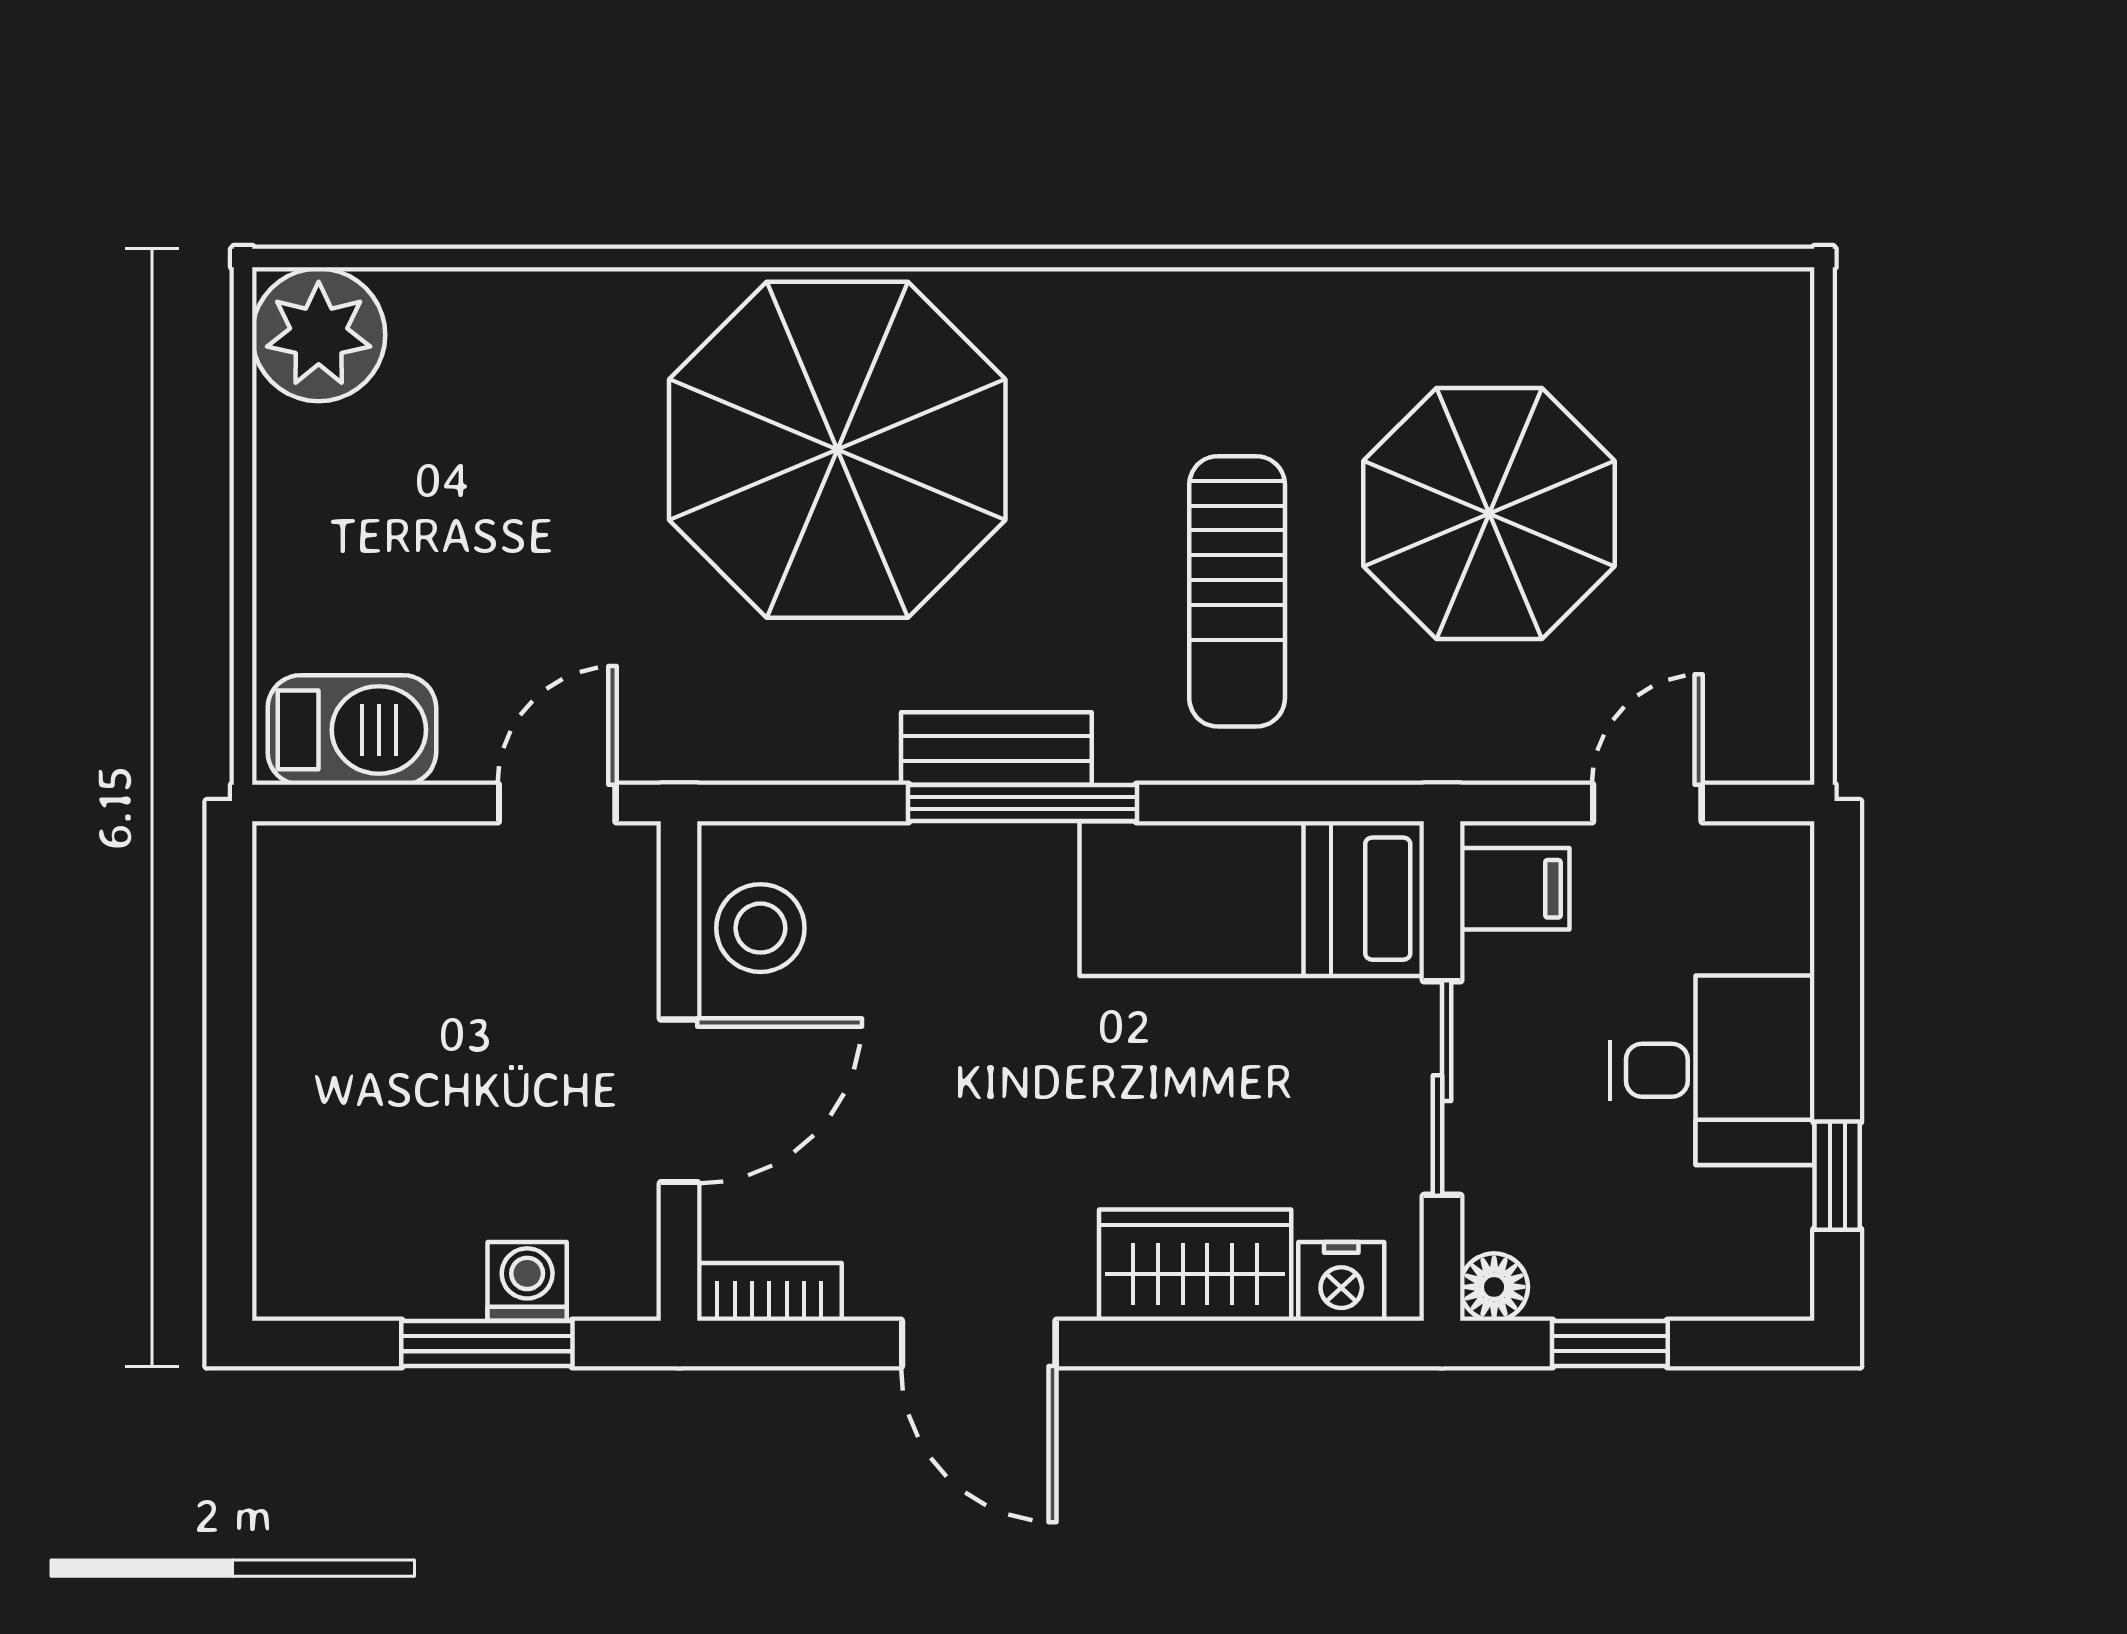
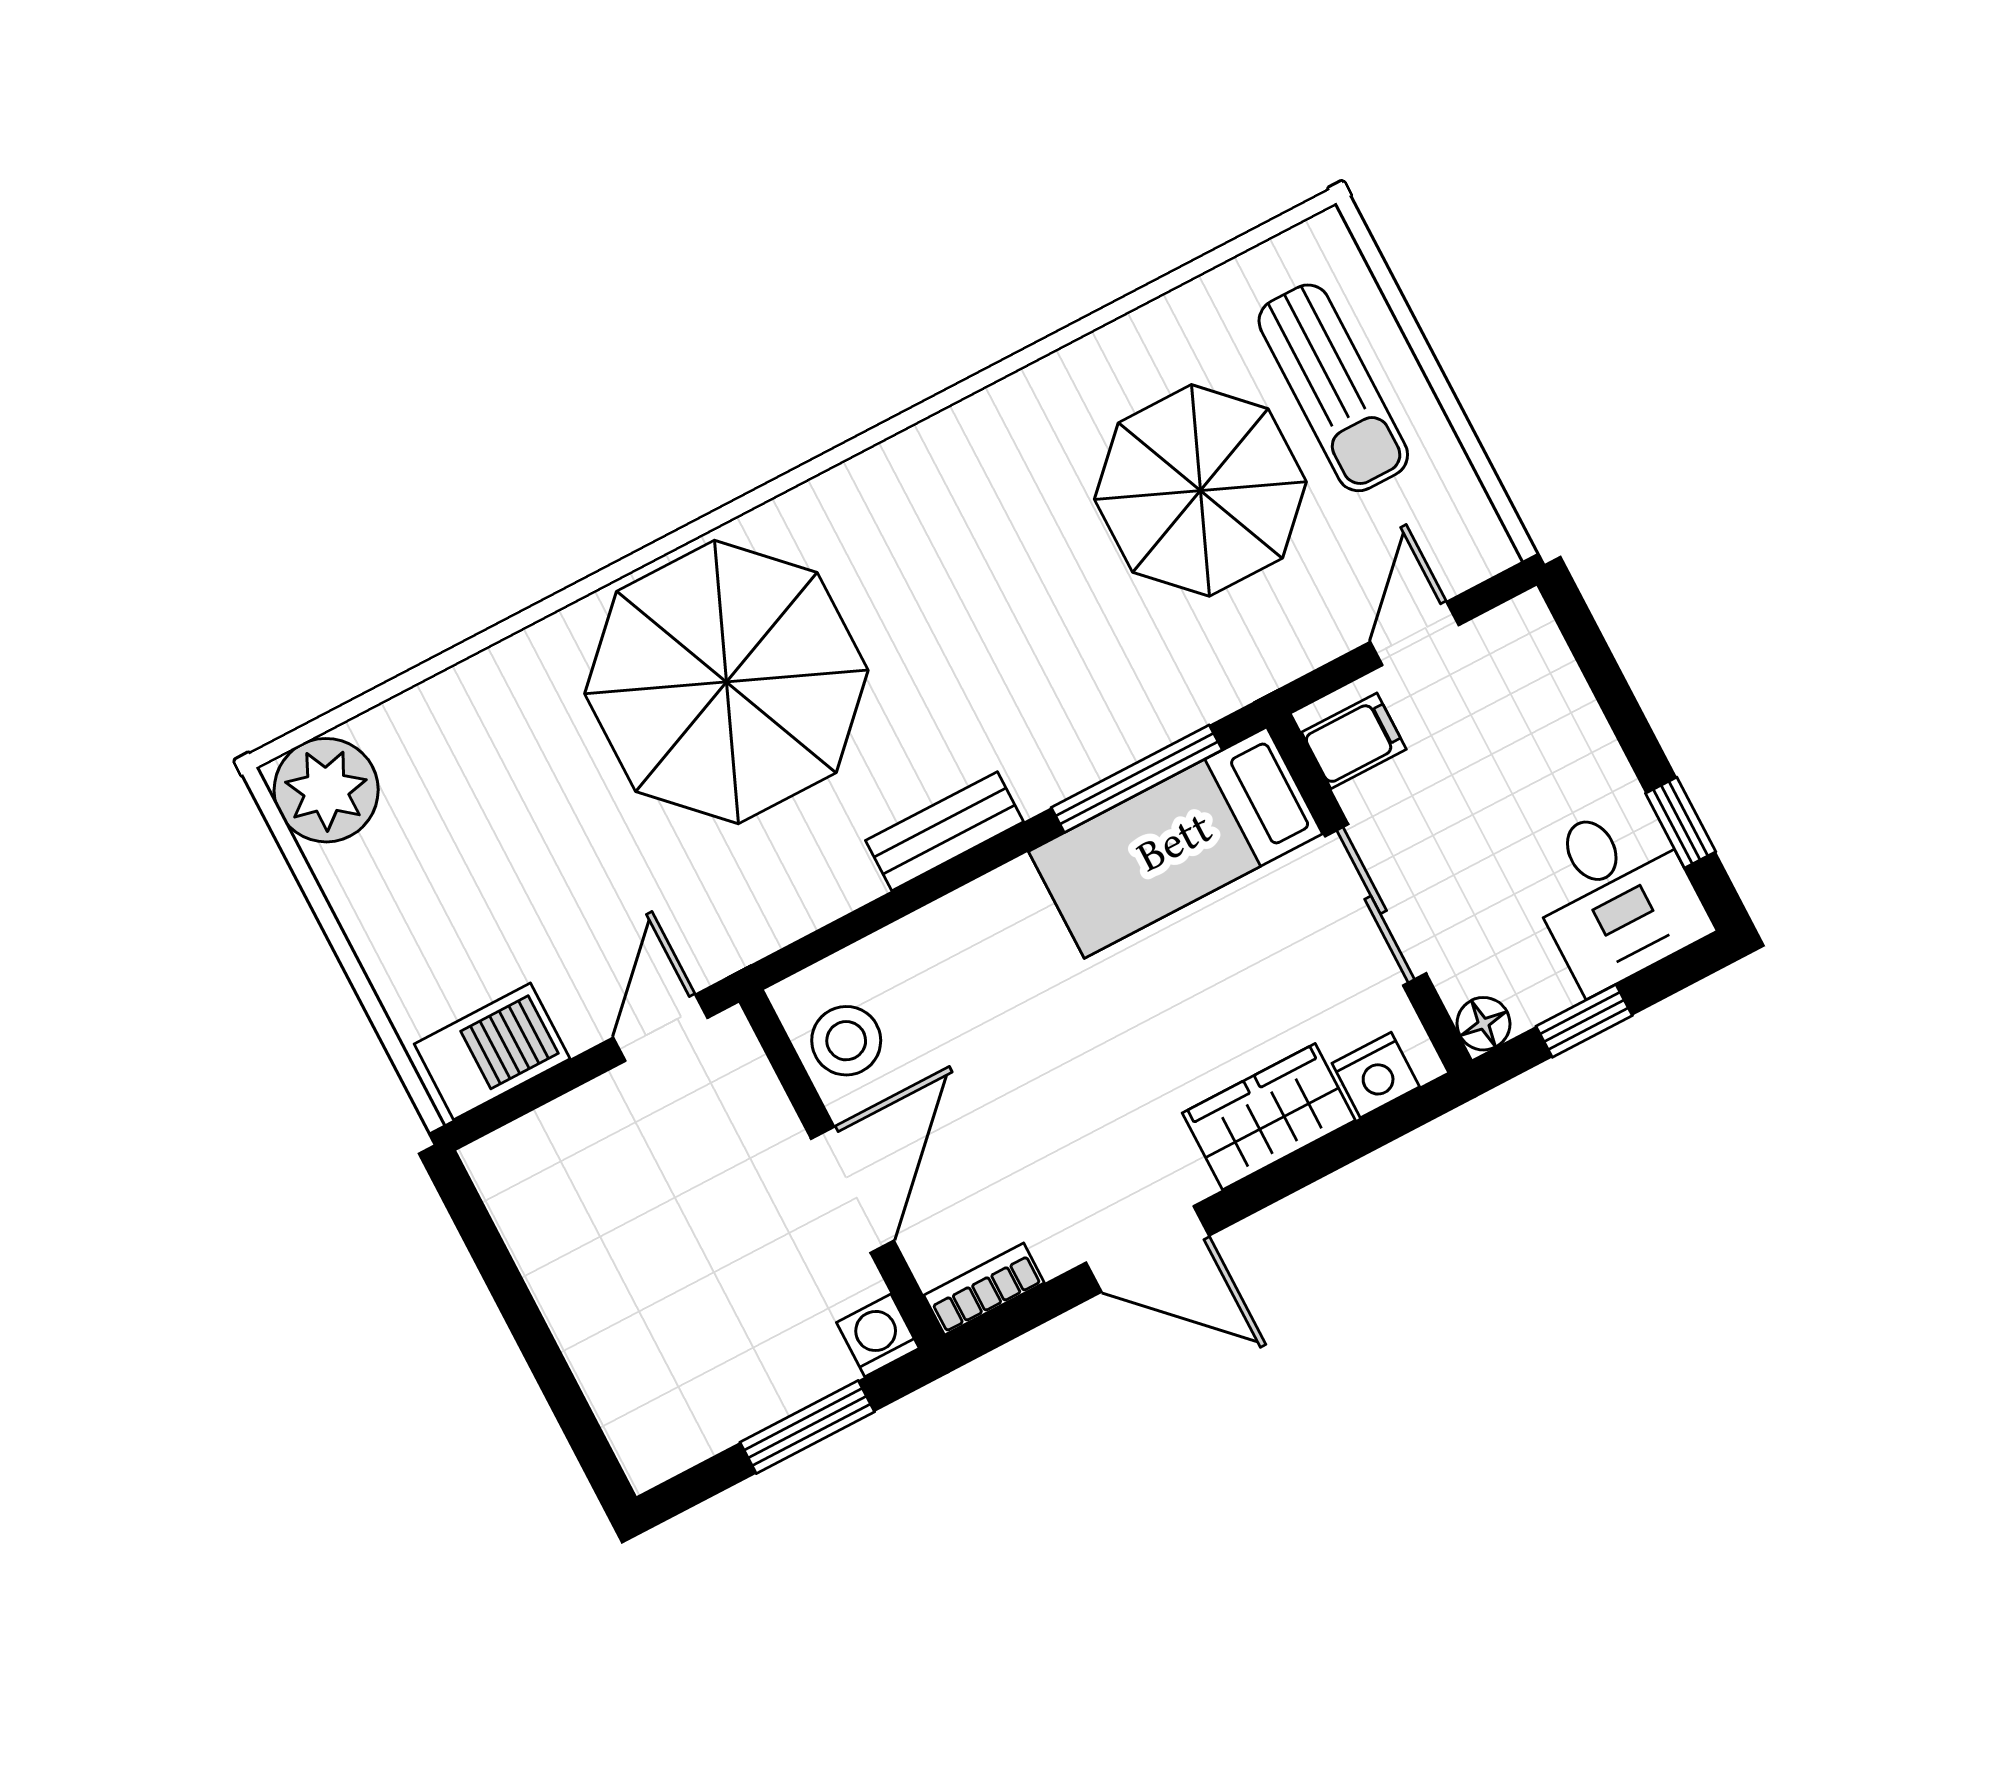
sun lounger: (1237, 591) -> (1333, 388), moved
window: (1022, 803) -> (1137, 779), moved
desk: (1712, 1070) -> (1615, 895), moved, turned 90
washing machine: (527, 1281) -> (878, 1335), moved

